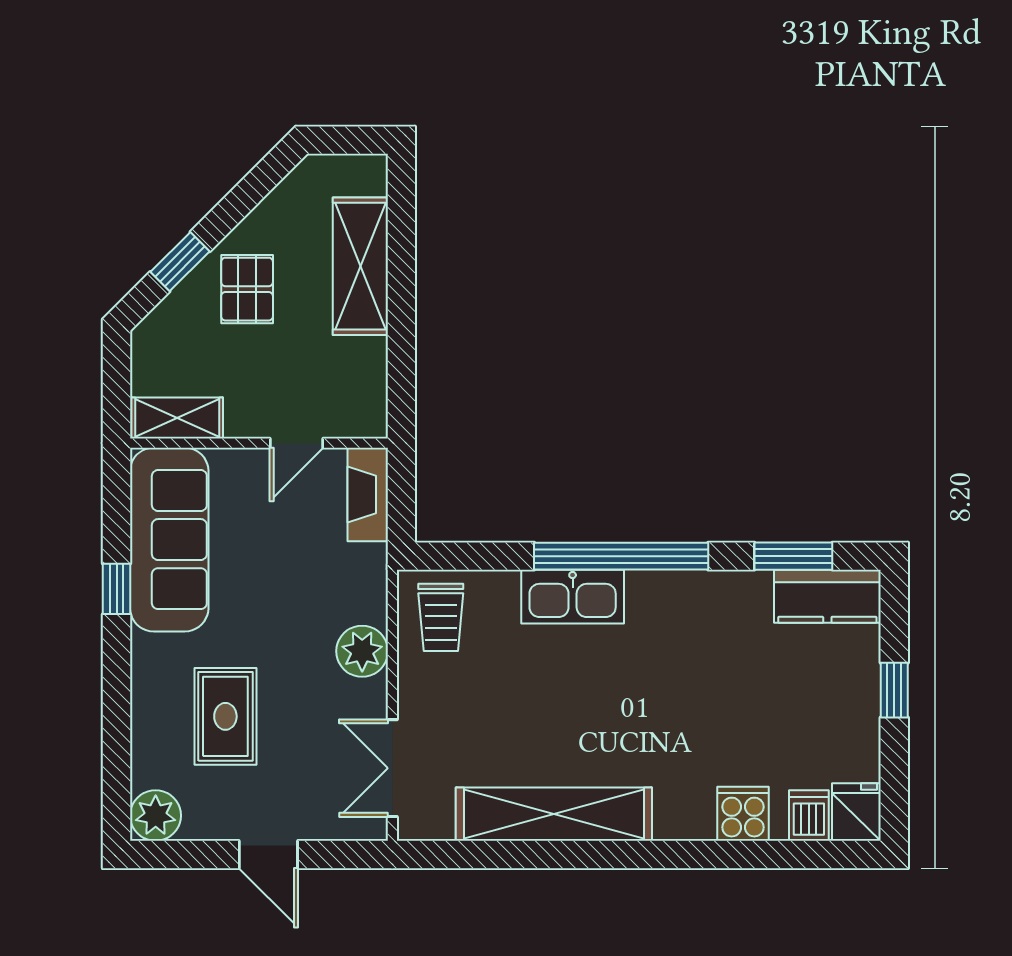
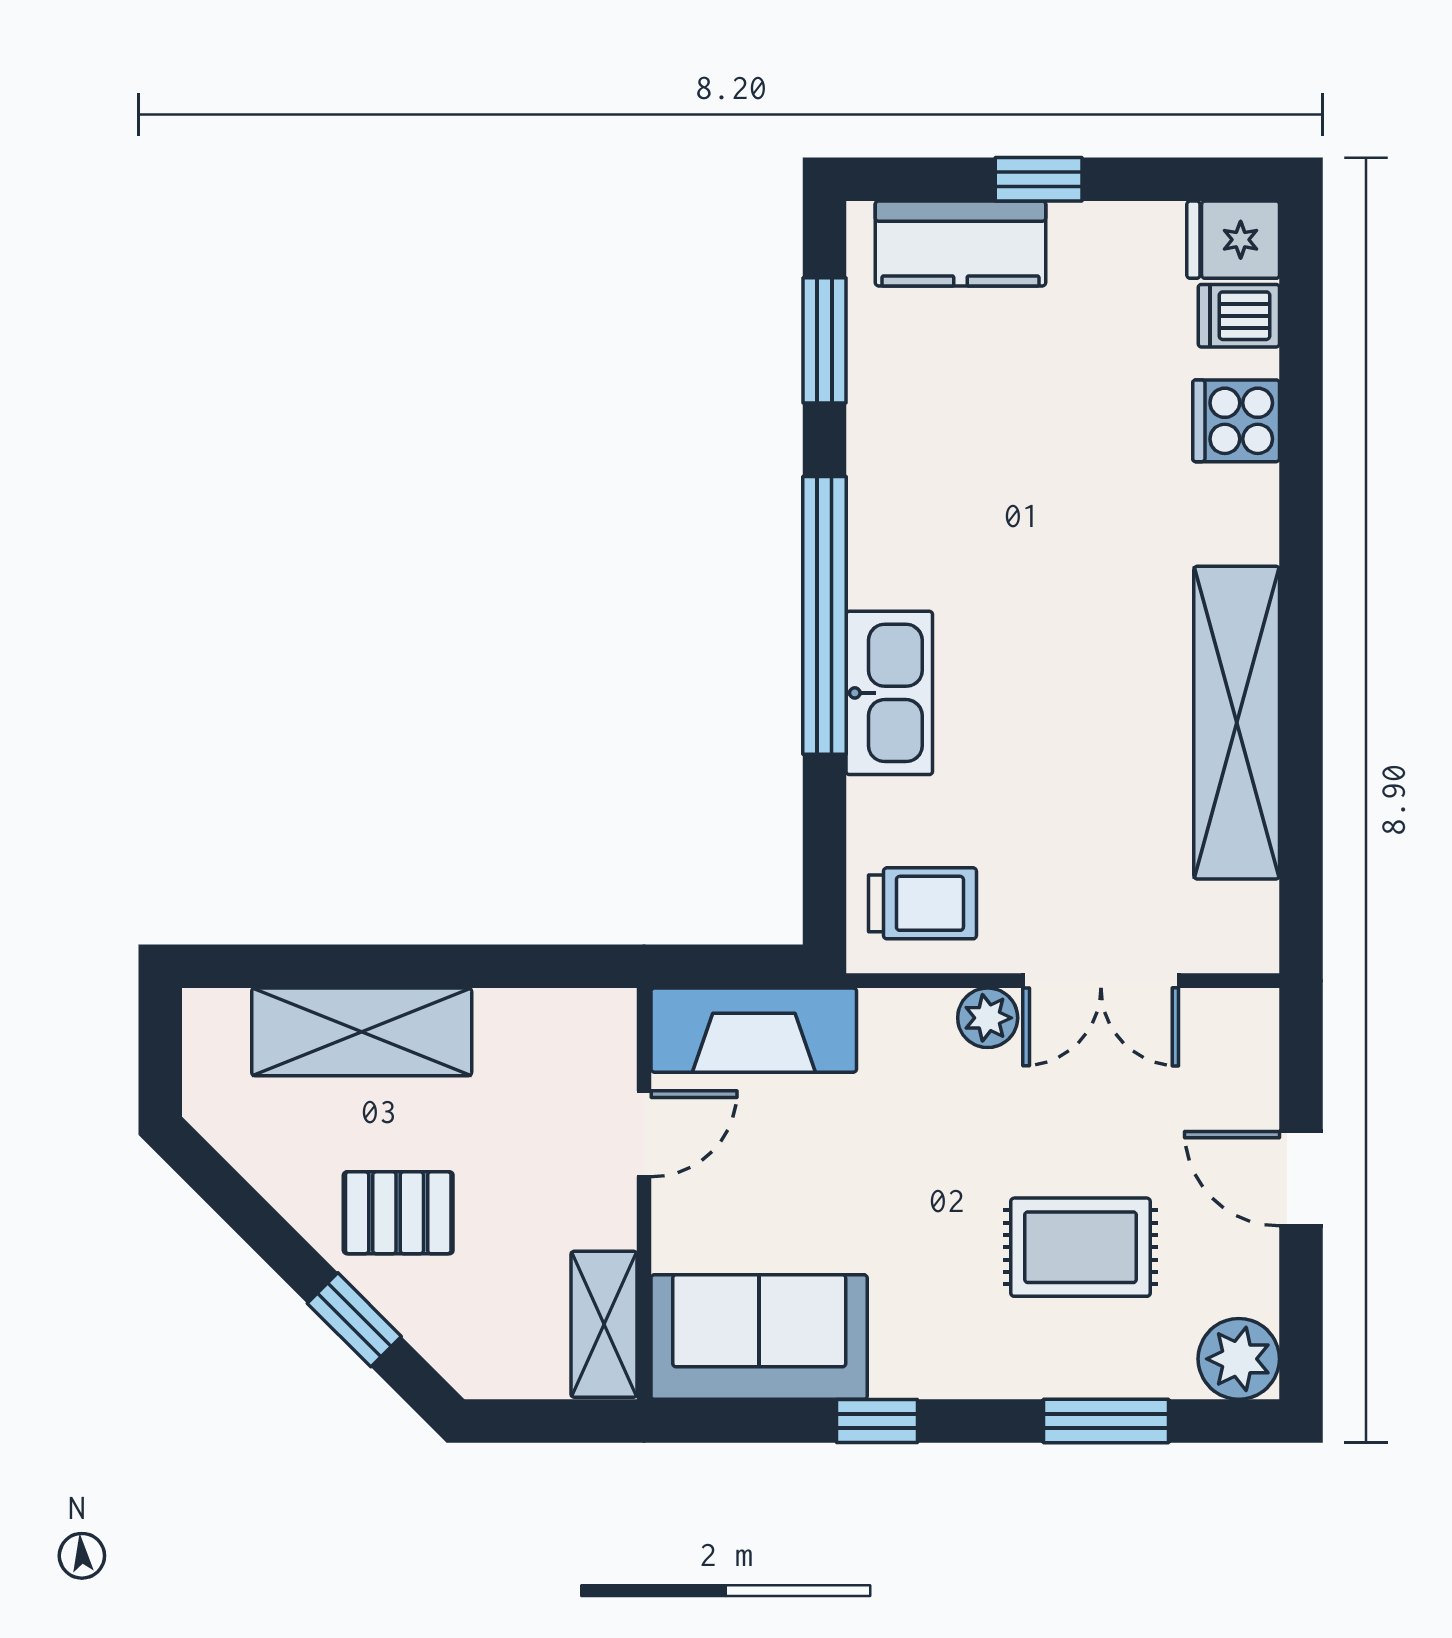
door: (296, 443) -> (644, 1134), hinge flipped
fireplace: (368, 495) -> (754, 1030), width x1.37, depth x1.32
sofa: (169, 540) -> (759, 1337), width x0.73
kitchen counter: (827, 596) -> (960, 244), moved, turned 90
plant: (362, 651) -> (988, 1018), width x0.73, depth x0.73
window: (117, 732) -> (1106, 1421), added
double door: (392, 768) -> (1101, 981), moved
door: (268, 854) -> (1301, 1179), swing flipped

